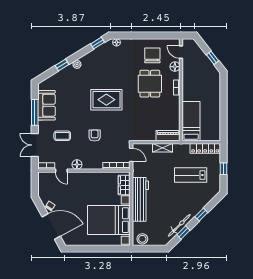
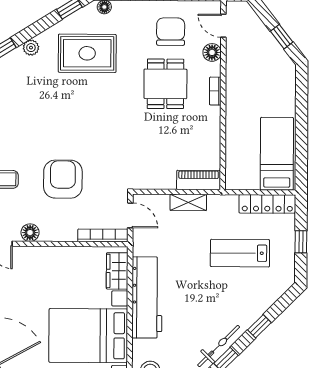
rug: (106, 100) -> (87, 53), moved
bed: (191, 121) -> (277, 154), moved
armchair: (95, 136) -> (63, 179), width x1.88, depth x1.88

